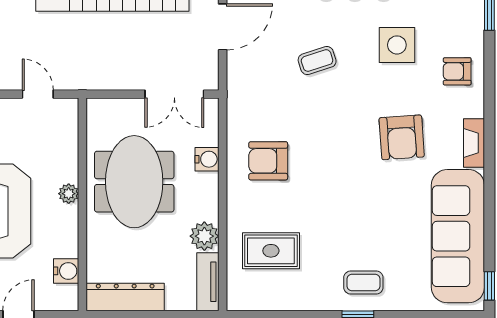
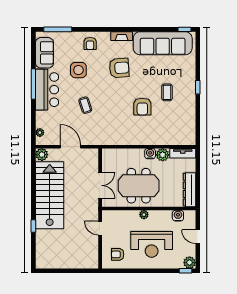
door: (38, 94) -> (100, 228), hinge flipped
double door: (174, 94) -> (100, 185), moved
water cooler: (207, 159) -> (150, 154), moved
armchair: (268, 161) -> (142, 107), moved
rug: (271, 251) -> (169, 126), removed
coffee table: (363, 282) -> (167, 92), moved

